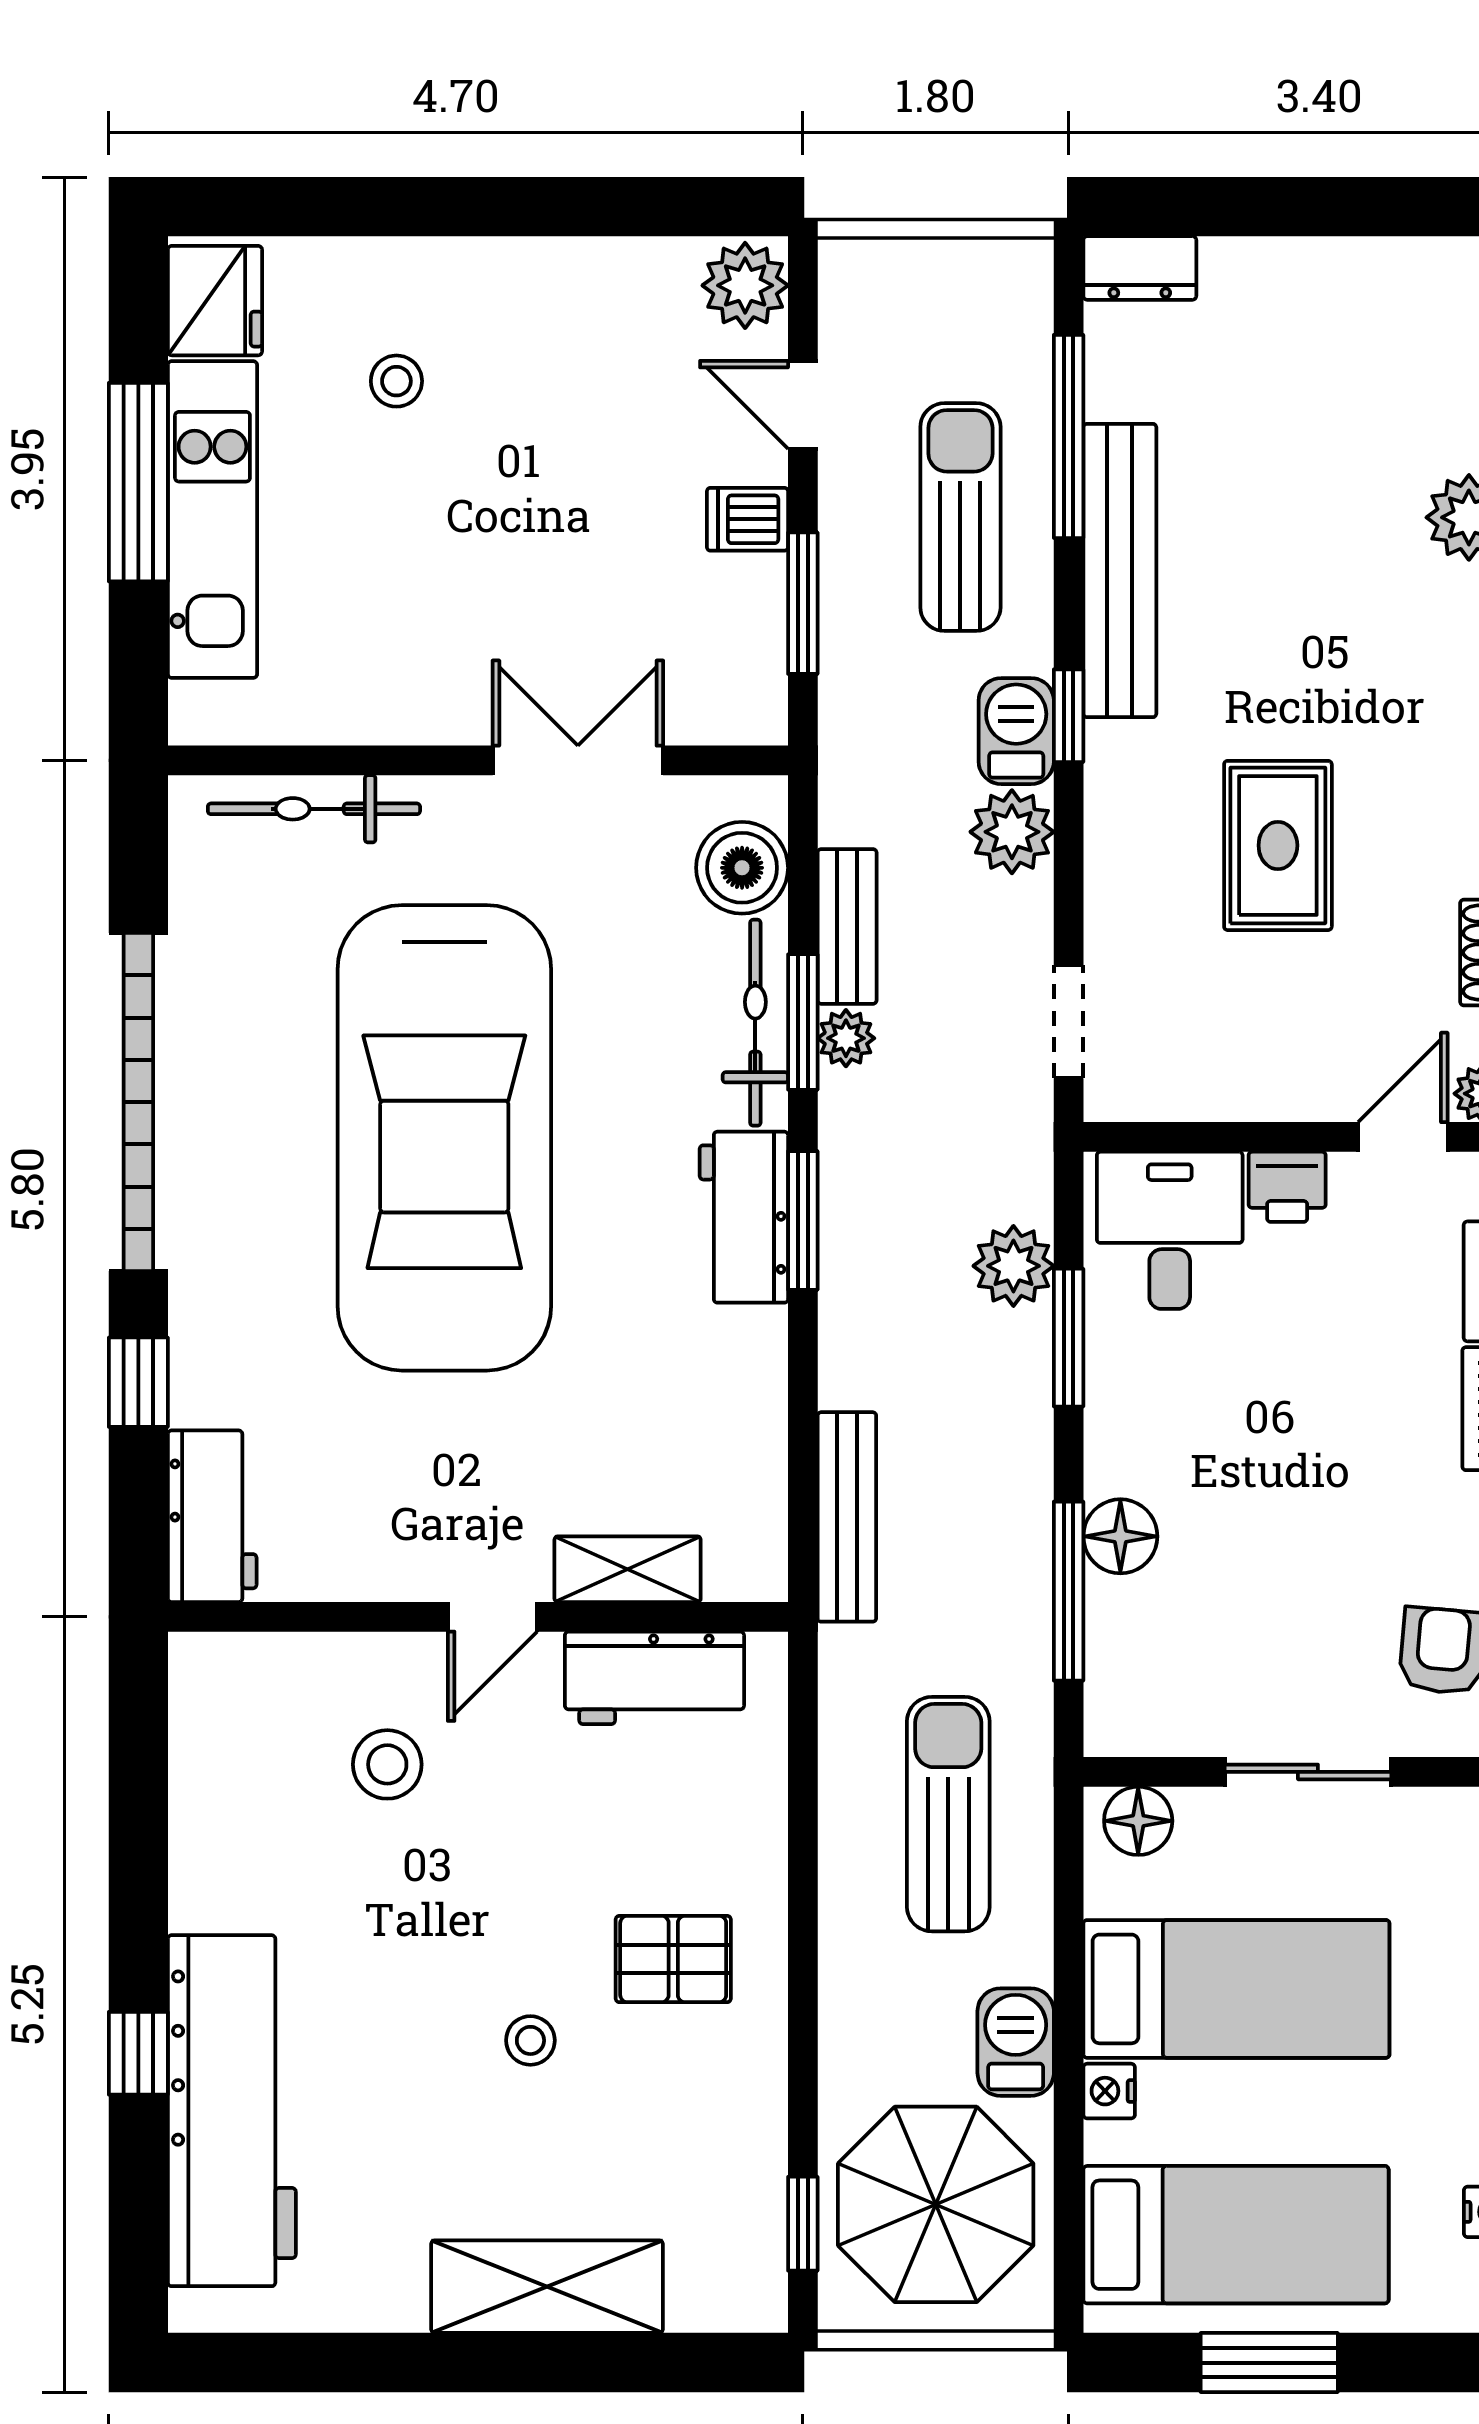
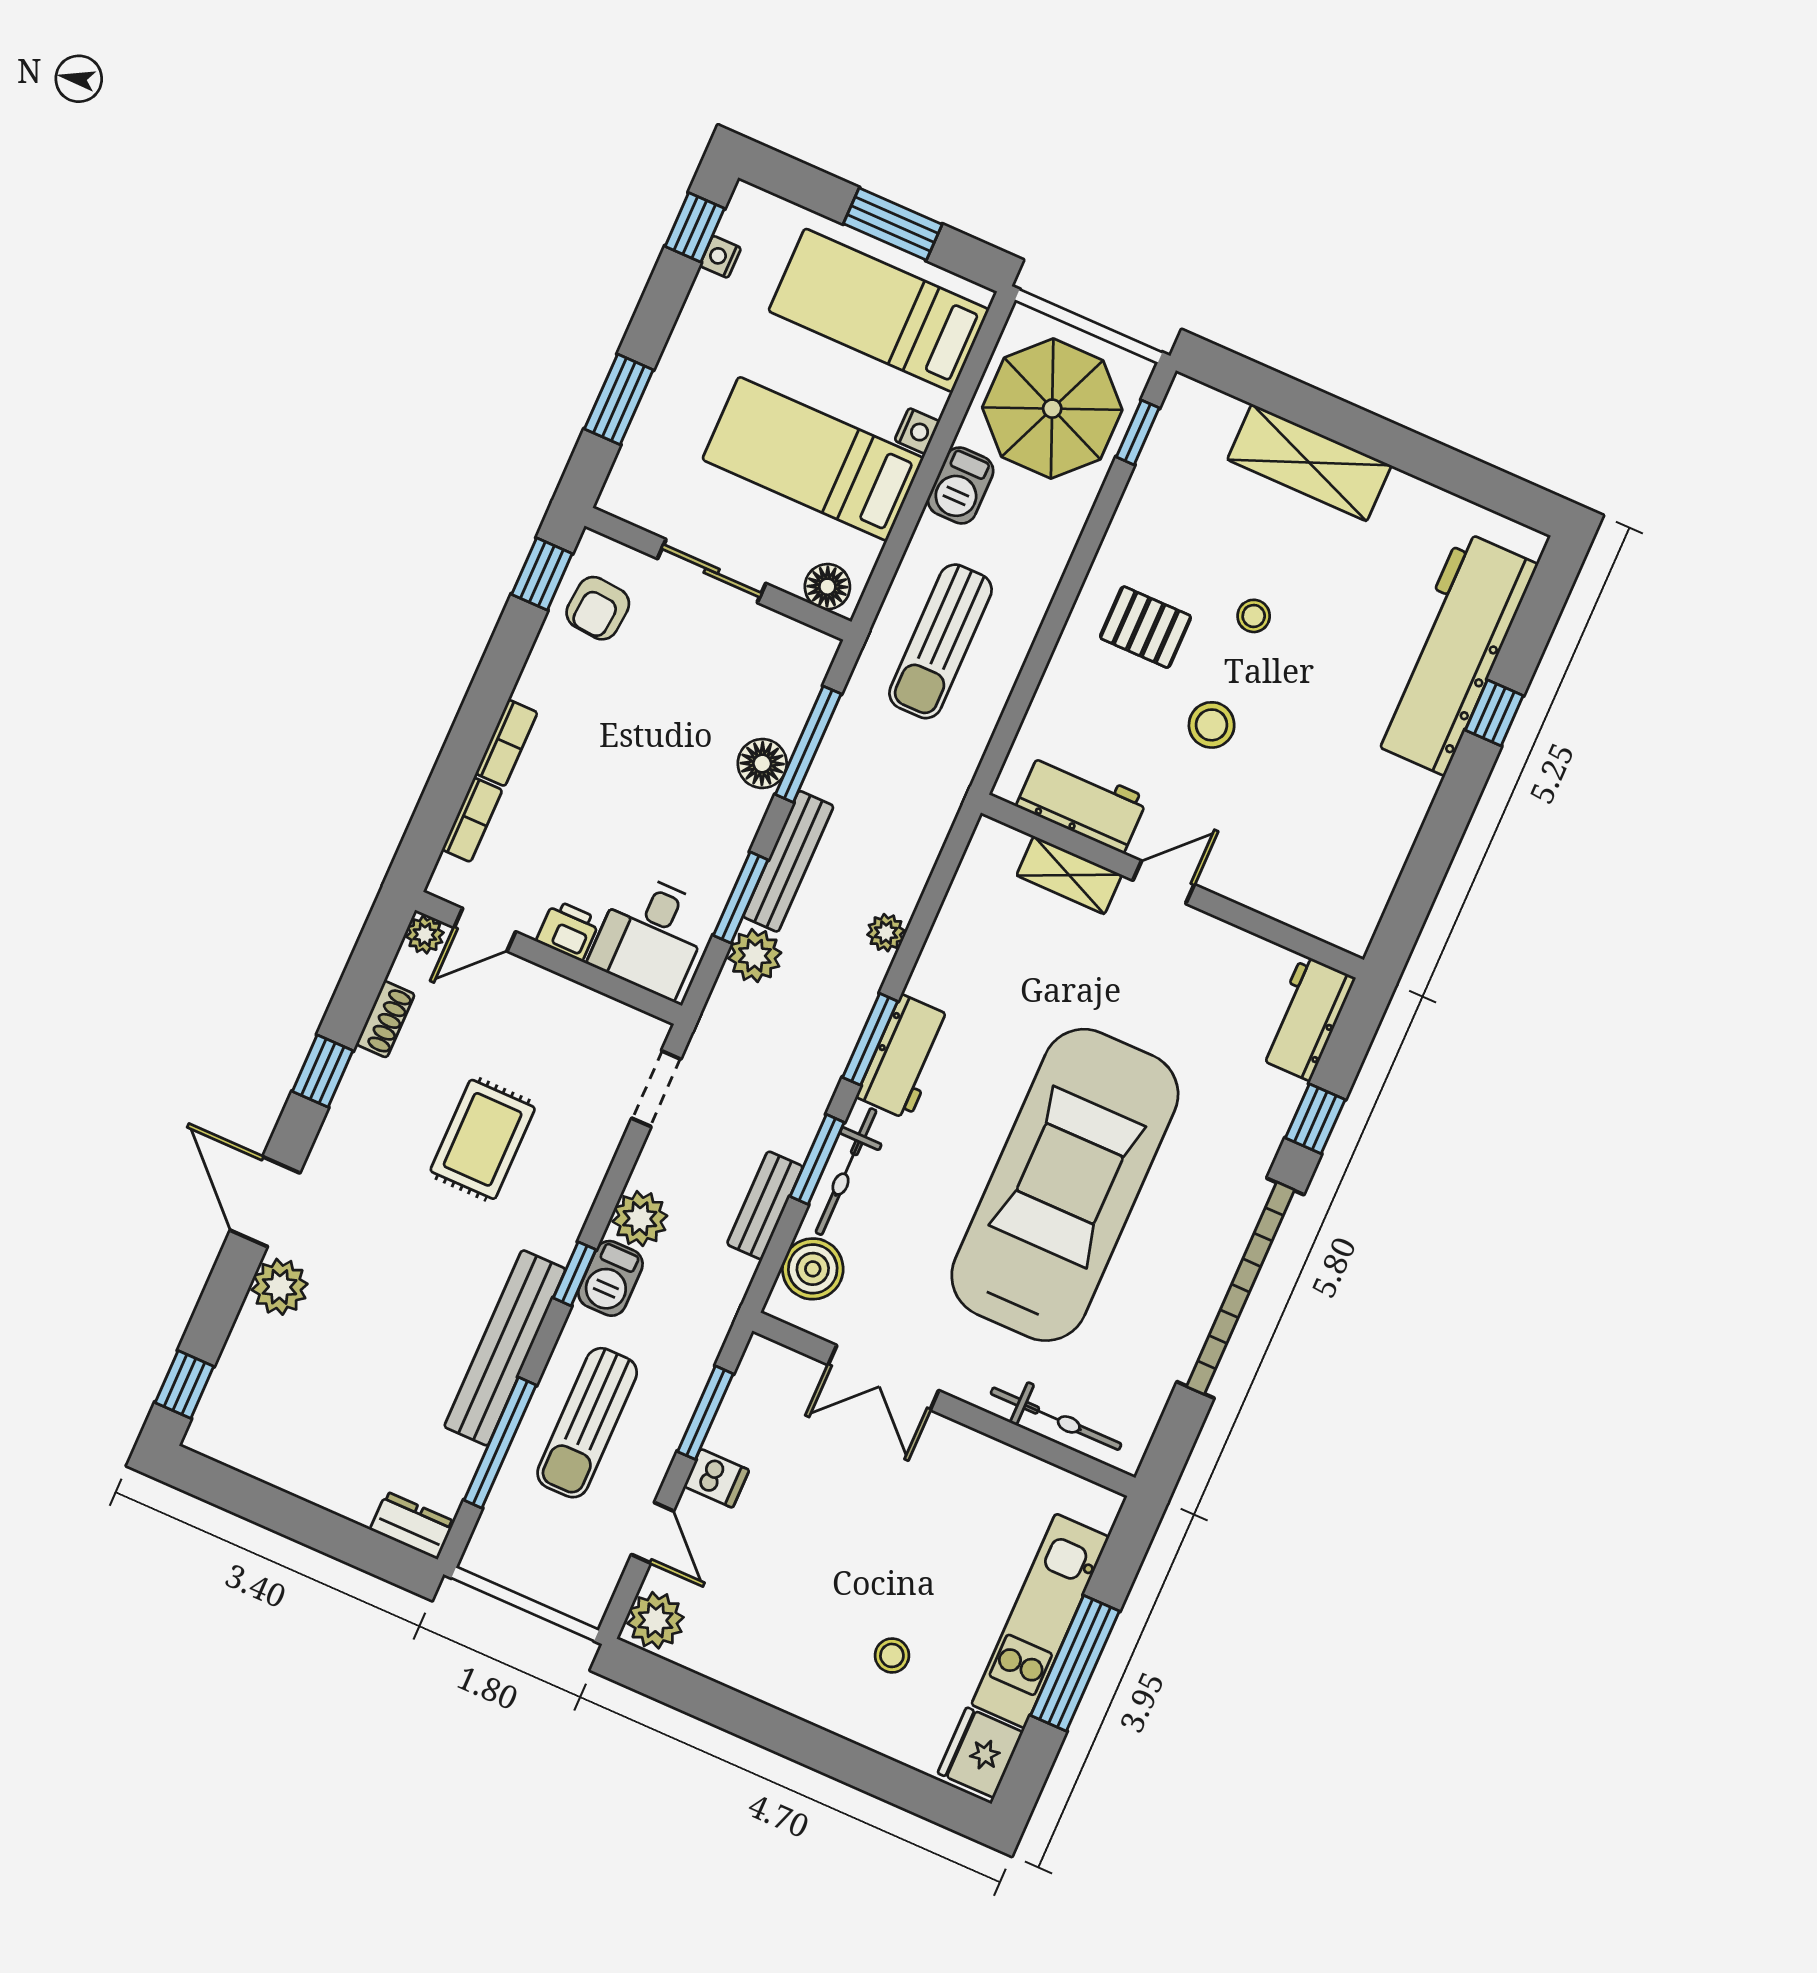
plant: (846, 1038) -> (886, 933), moved
bench: (847, 1517) -> (788, 861), moved
stool: (387, 1764) -> (1212, 725), moved

